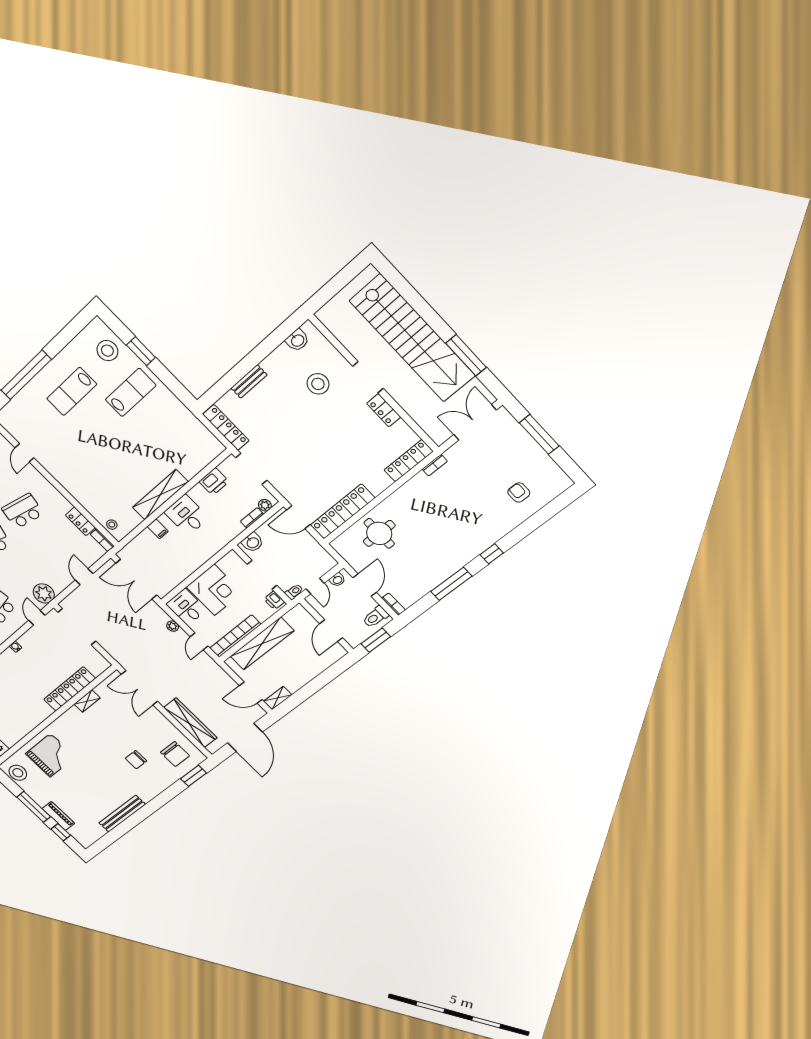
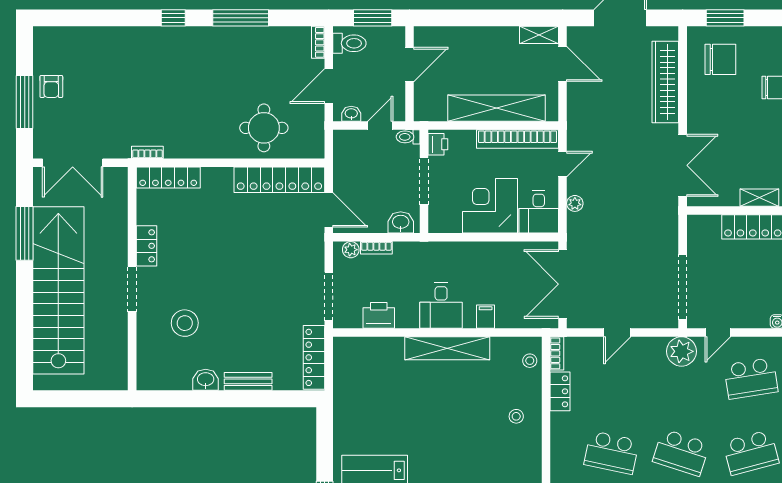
washbasin: (297, 340) -> (206, 380), moved
stool: (88, 489) -> (516, 416), added
armchair: (519, 492) -> (51, 86), moved
double door: (136, 579) -> (563, 284), swing flipped
chair: (175, 754) -> (720, 59), turned 90

